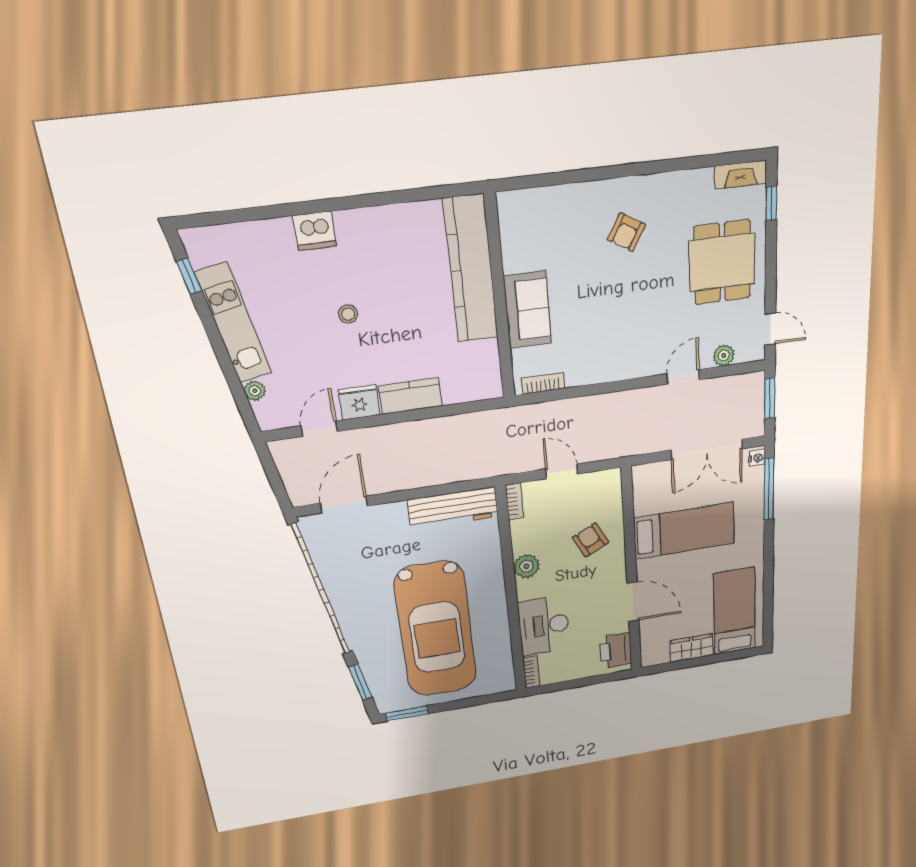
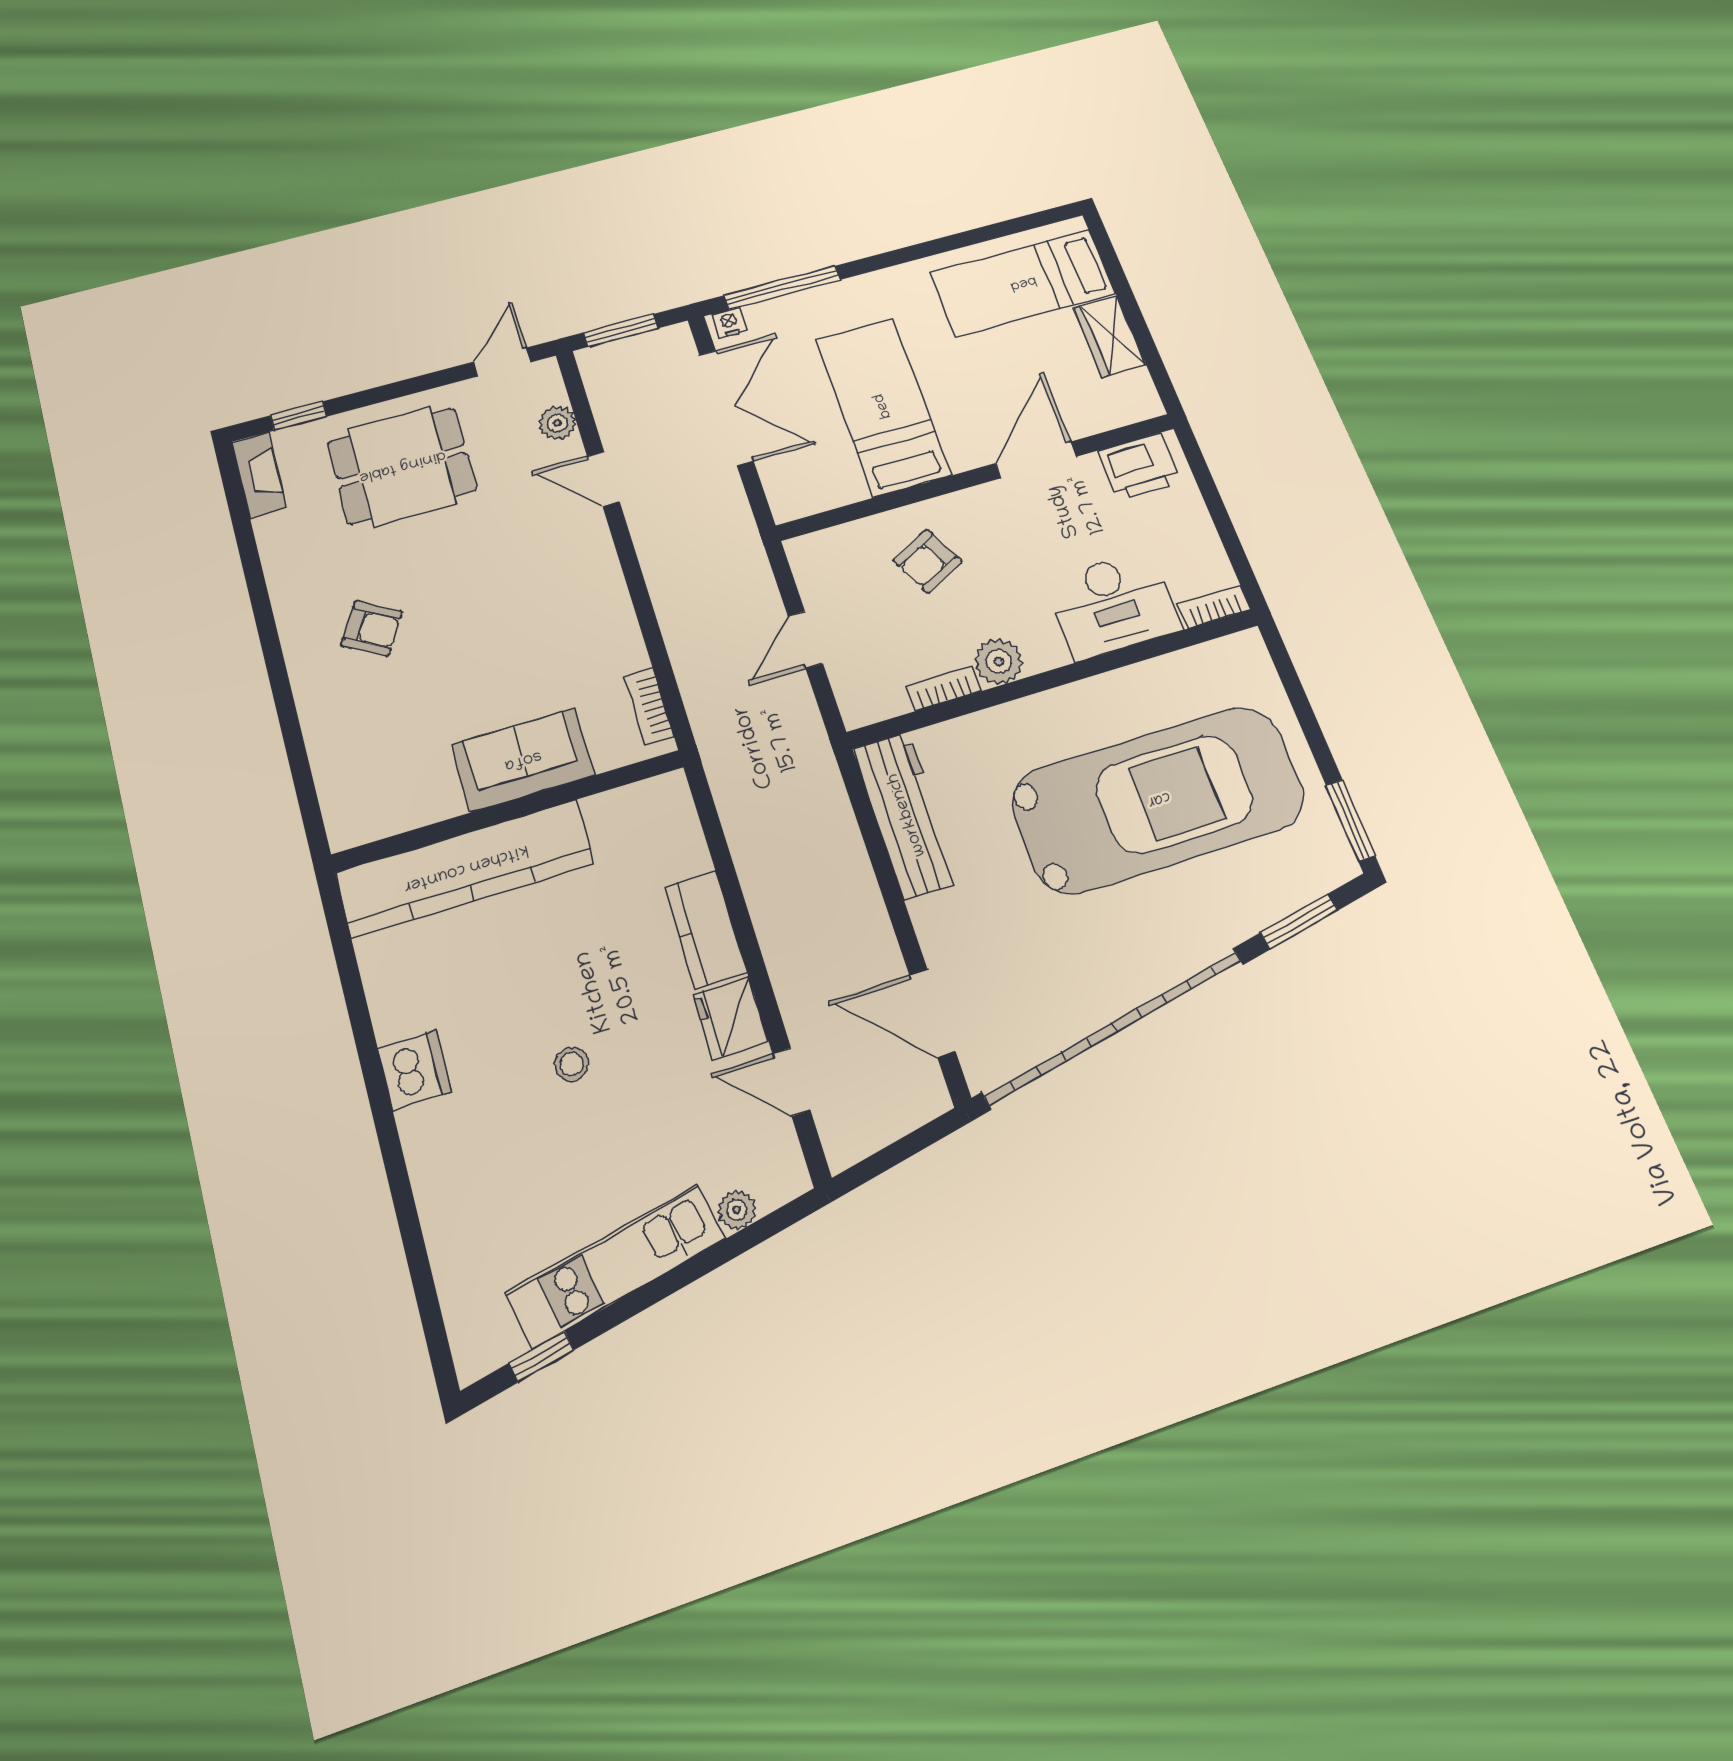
dishwasher: (315, 231) -> (415, 1070), moved
bookcase: (514, 501) -> (943, 689), moved

